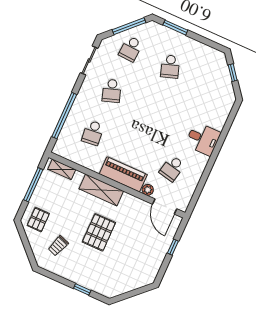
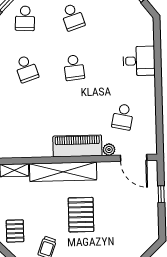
school desk: (93, 133) -> (74, 68), moved
desk: (203, 139) -> (139, 61), moved
shelving: (101, 190) -> (63, 172), width x1.47

